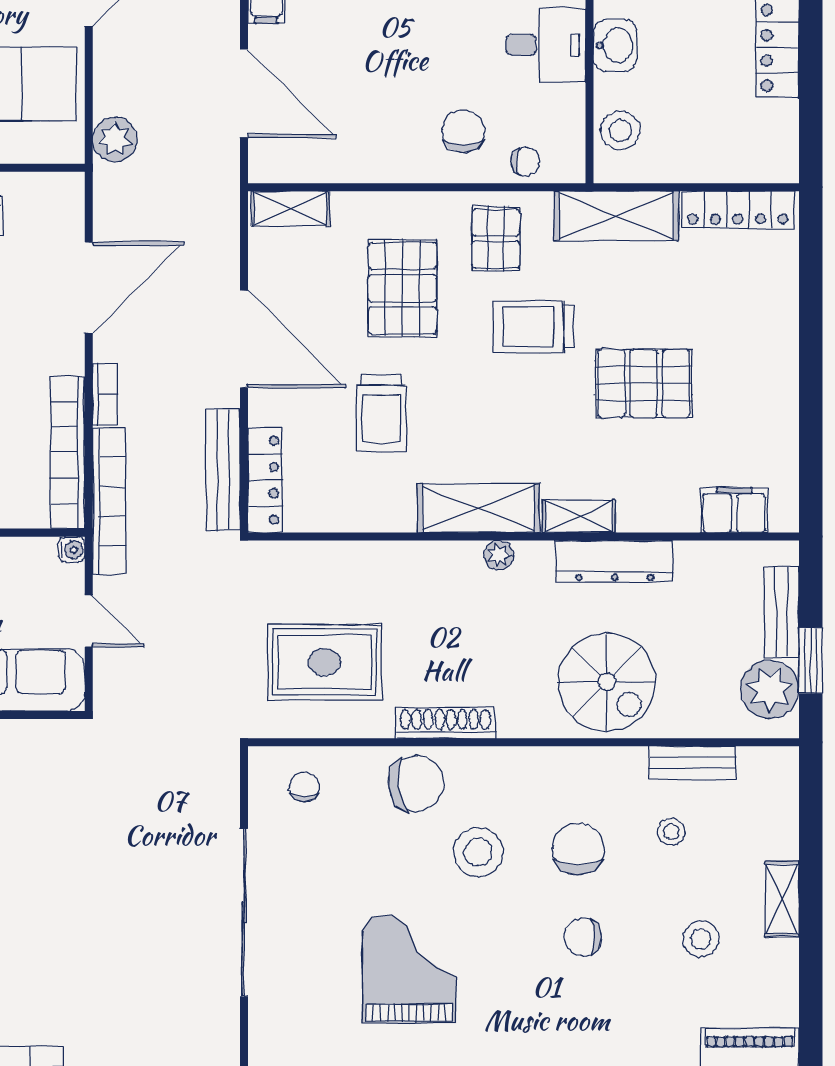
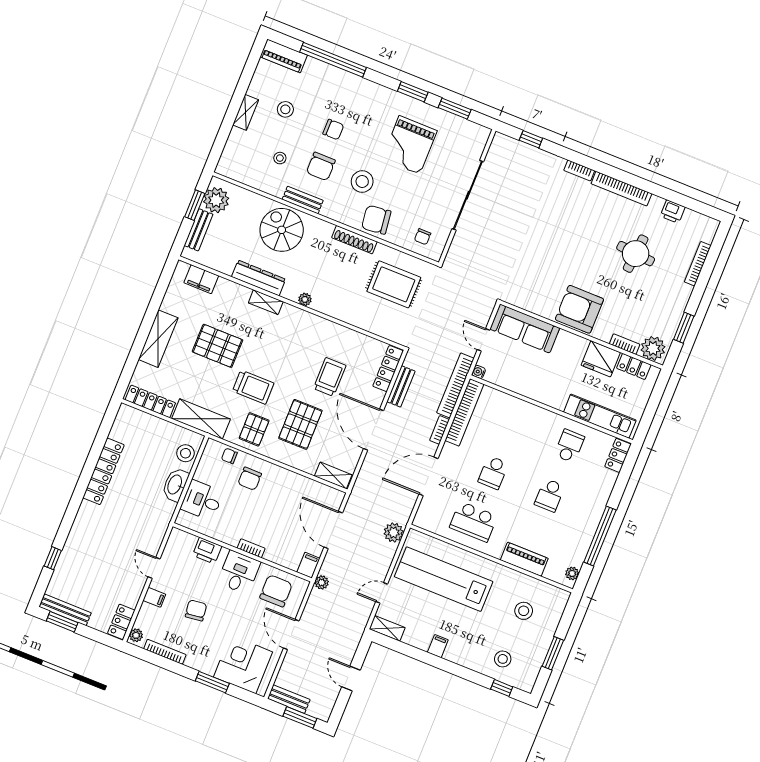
washbasin: (615, 45) -> (175, 485), width x1.38
bench: (223, 470) -> (401, 386), width x0.73
shelving: (478, 508) -> (158, 339), moved, turned 90
bench: (692, 763) -> (303, 200), moved

